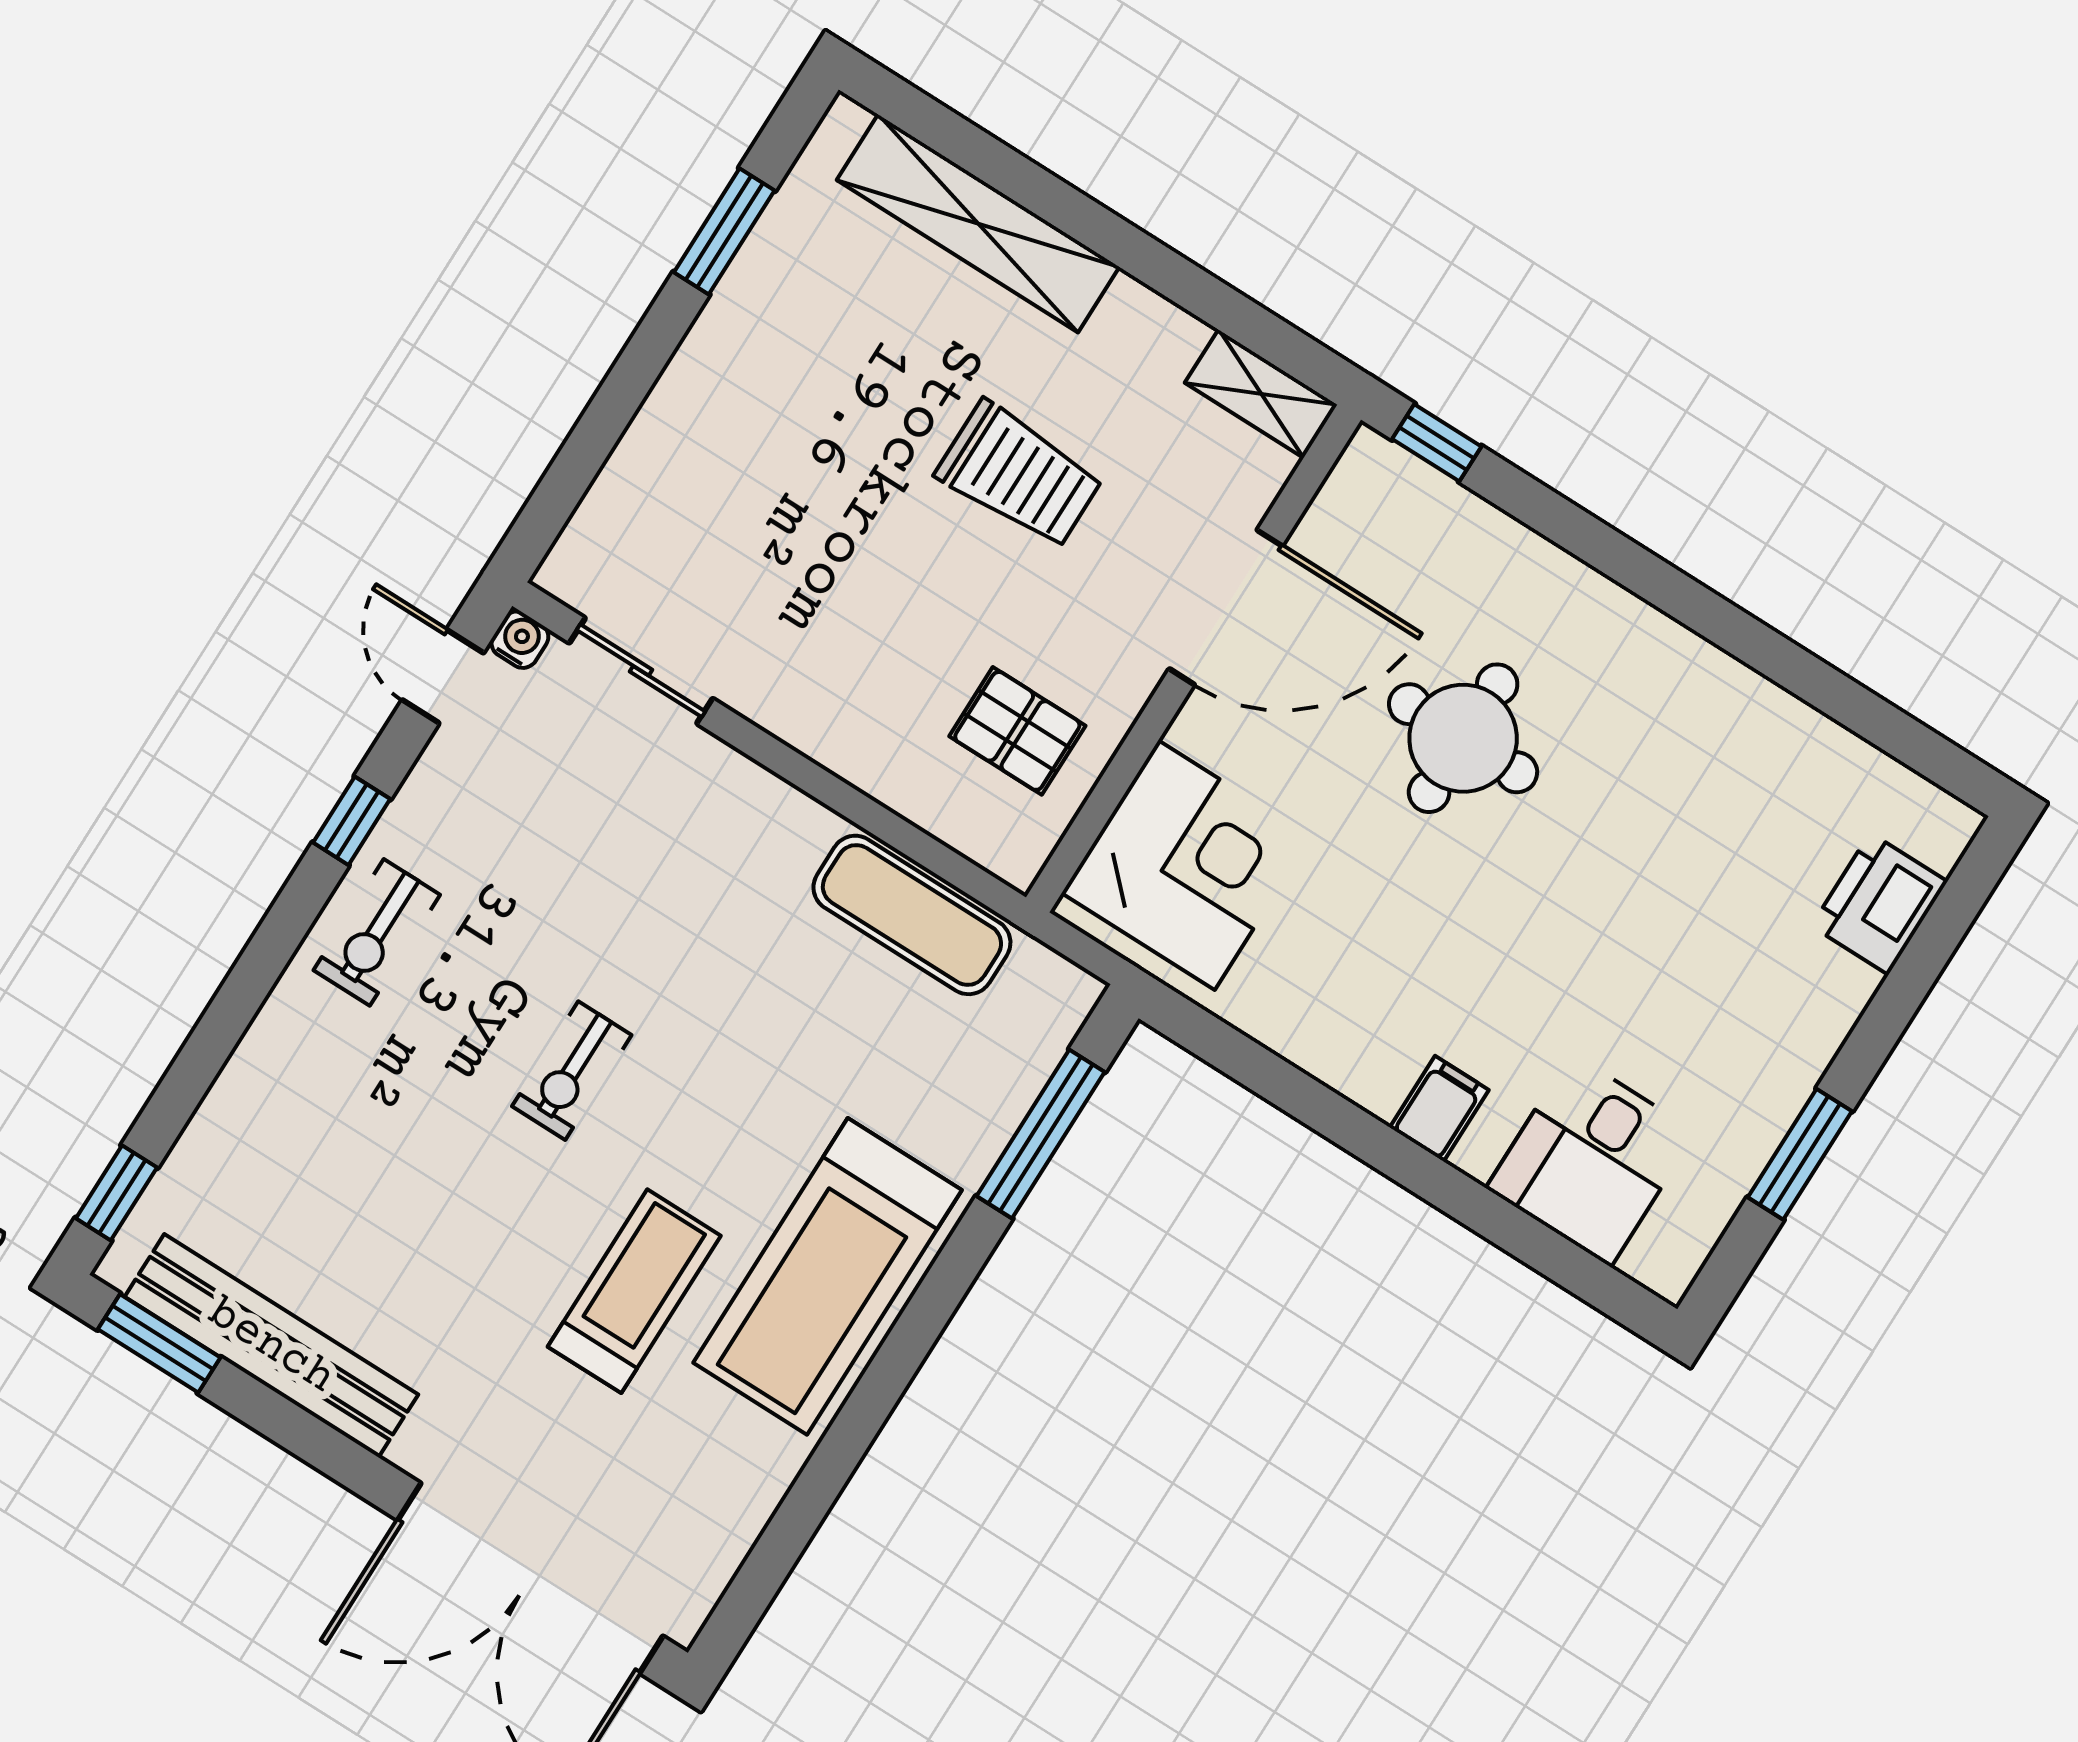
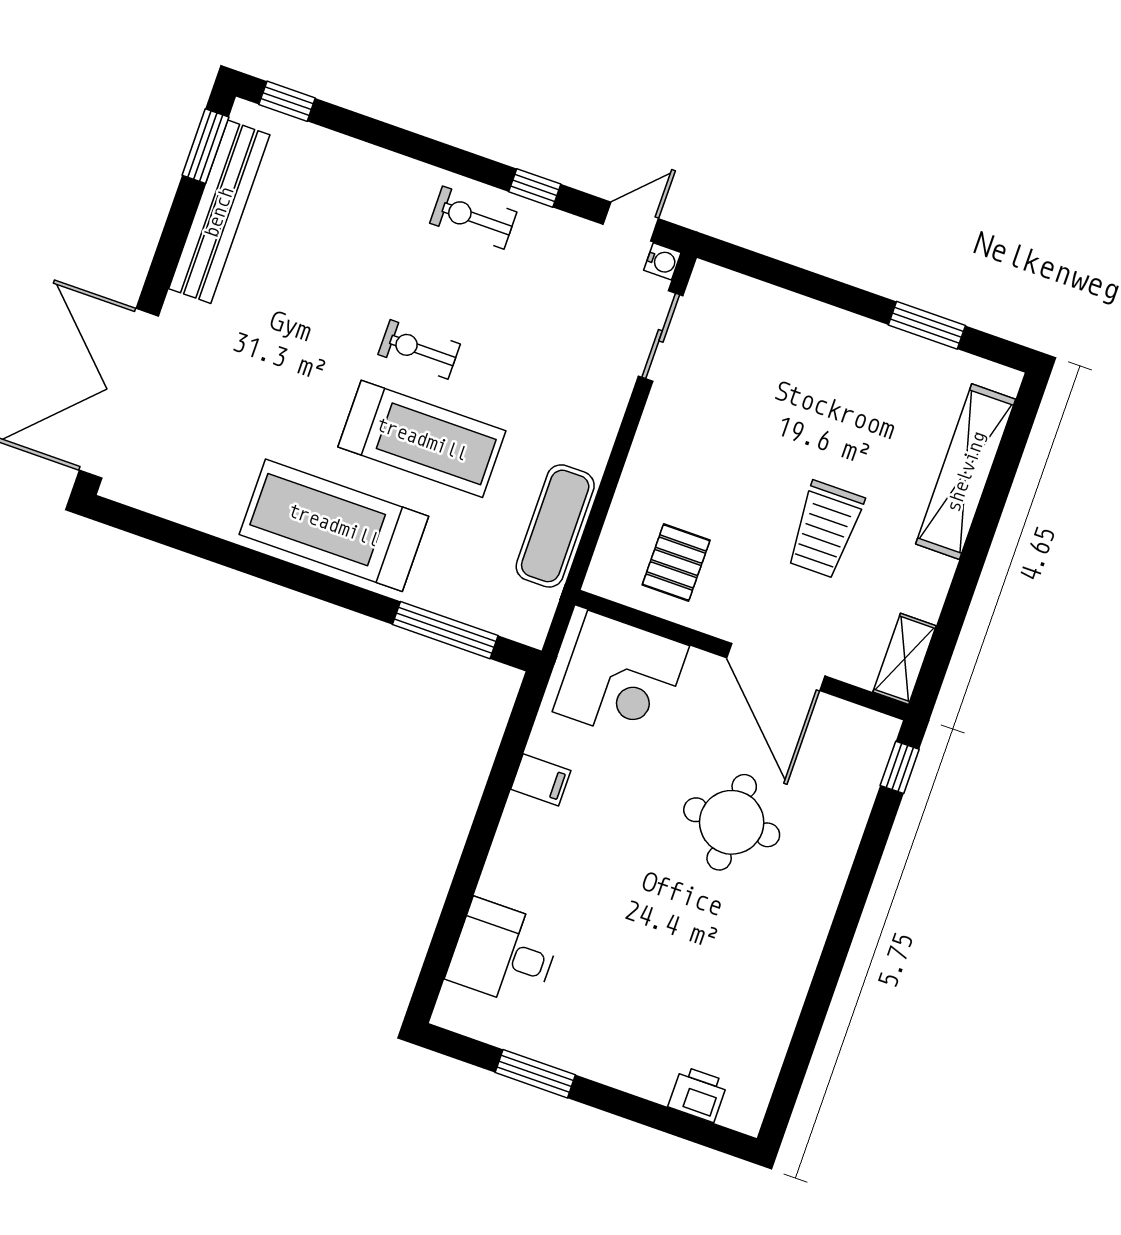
printer: (1879, 904) -> (698, 1094), width x0.73, depth x0.81
filing cabinet: (1439, 1109) -> (541, 780), moved
treadmill: (634, 1291) -> (422, 439), moved, width x1.37, depth x1.38

